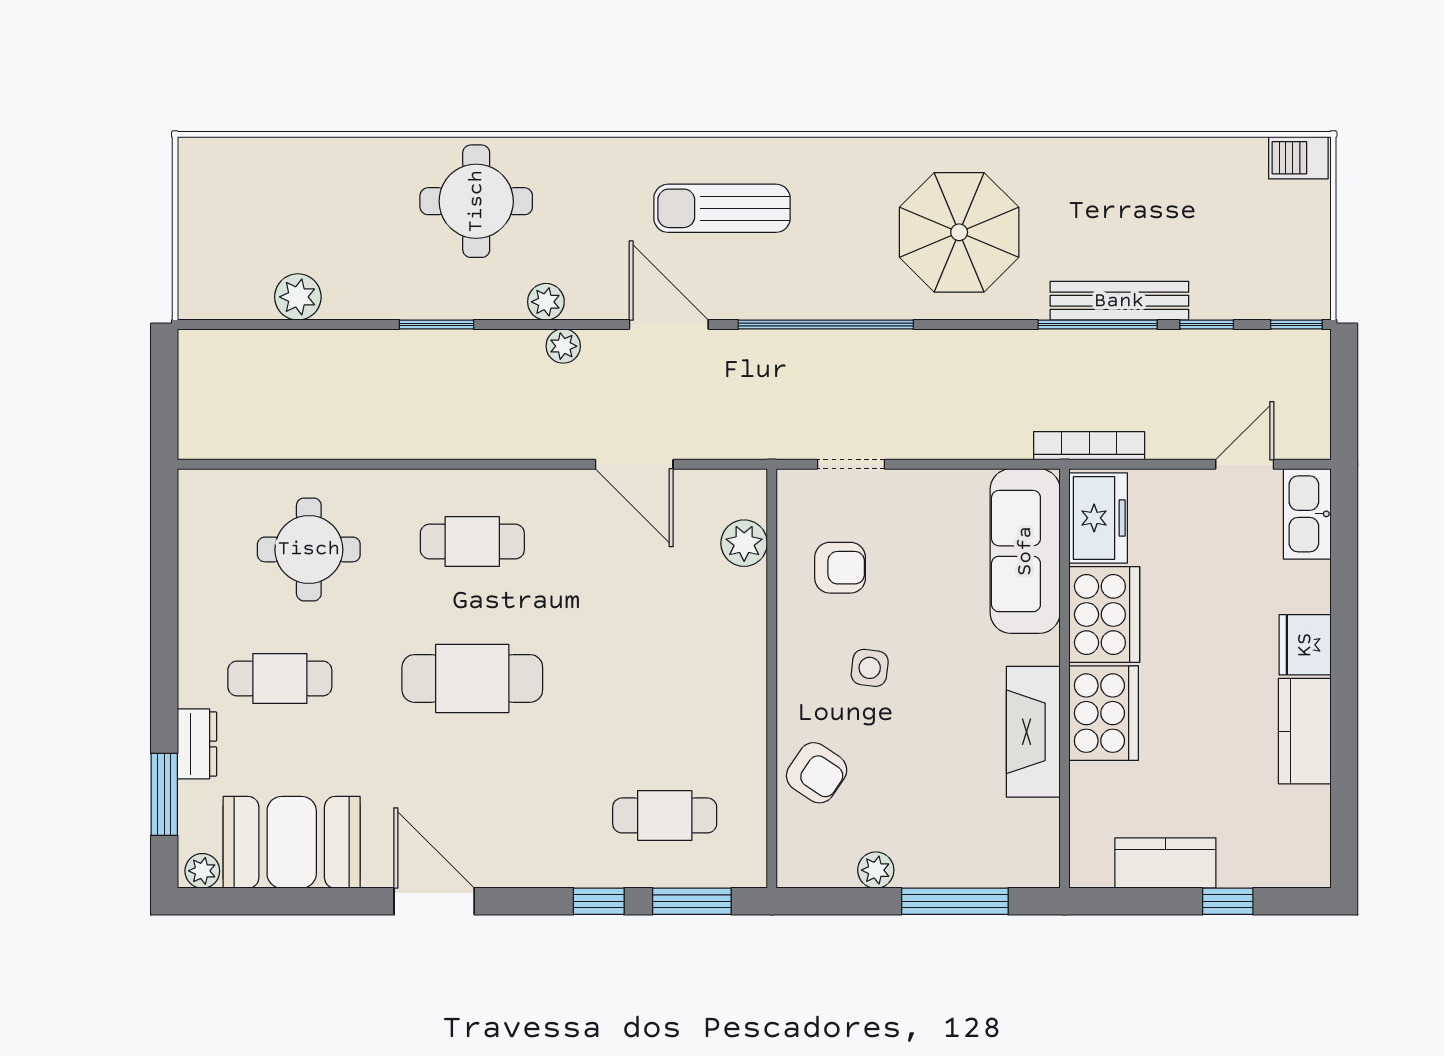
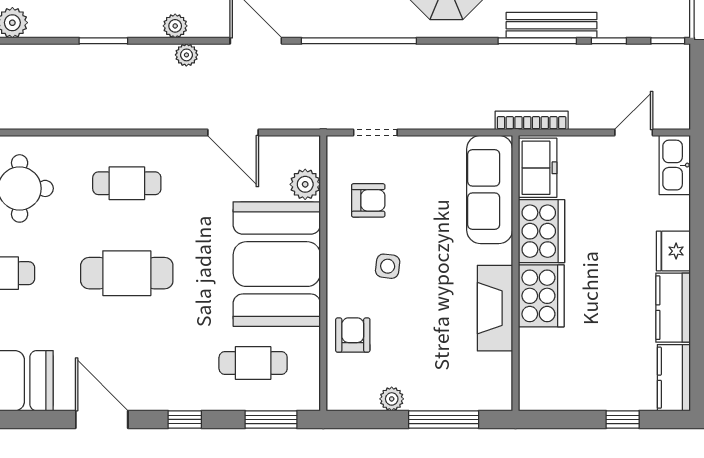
booth: (701, 665) -> (277, 264), added
armchair: (817, 773) -> (353, 335), turned -124
kitchen counter: (1165, 863) -> (674, 378), moved, turned -90
window: (599, 901) -> (185, 419), moved

